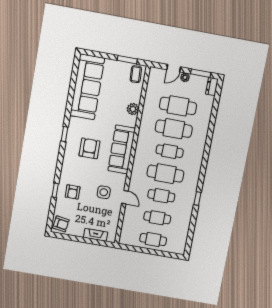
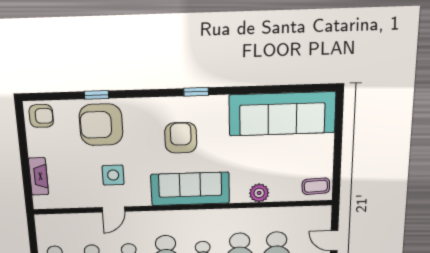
window: (127, 60) -> (337, 168), removed
armchair: (89, 148) -> (181, 138), turned -90
armchair: (73, 192) -> (101, 125), width x1.88, depth x1.88
armchair: (61, 224) -> (41, 116), turned -99

